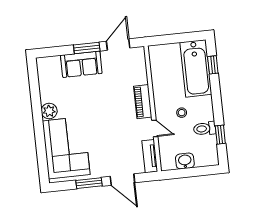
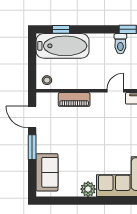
sofa: (81, 64) -> (47, 172), moved
piano: (143, 102) -> (74, 99), moved
stool: (182, 113) -> (47, 80), moved

